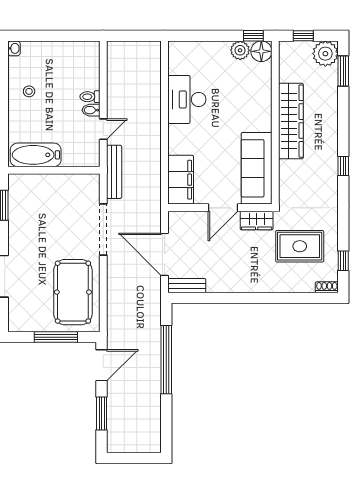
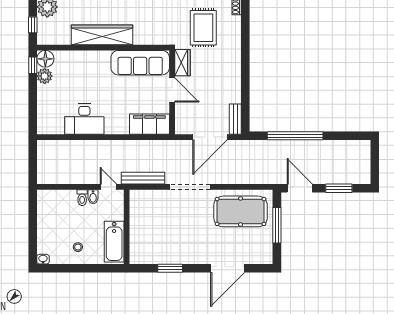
bathtub: (36, 155) -> (114, 242), moved
wall: (54, 170) -> (127, 227), moved

